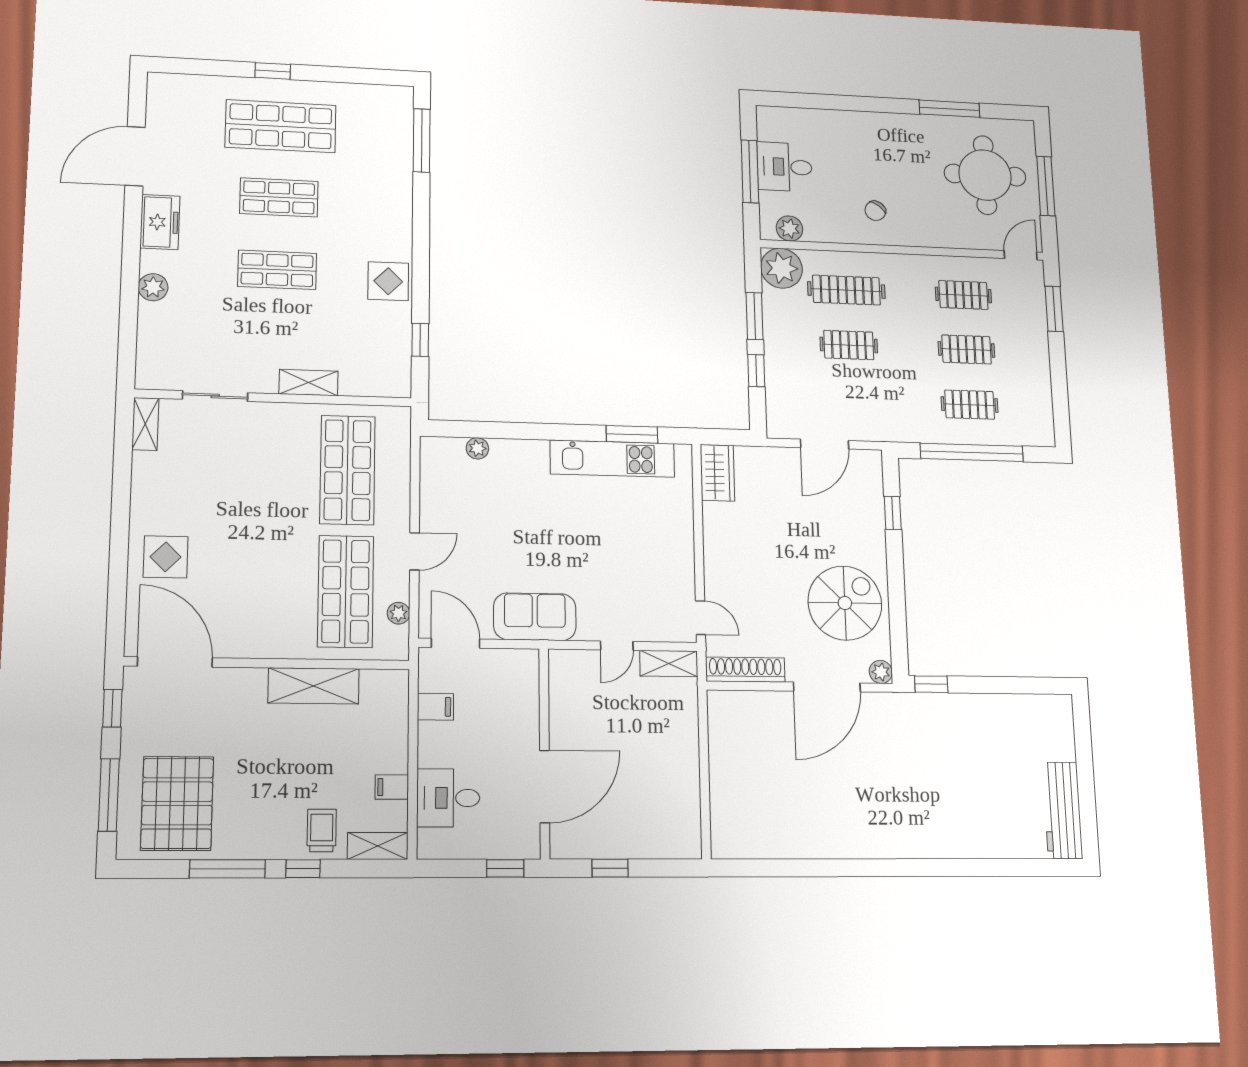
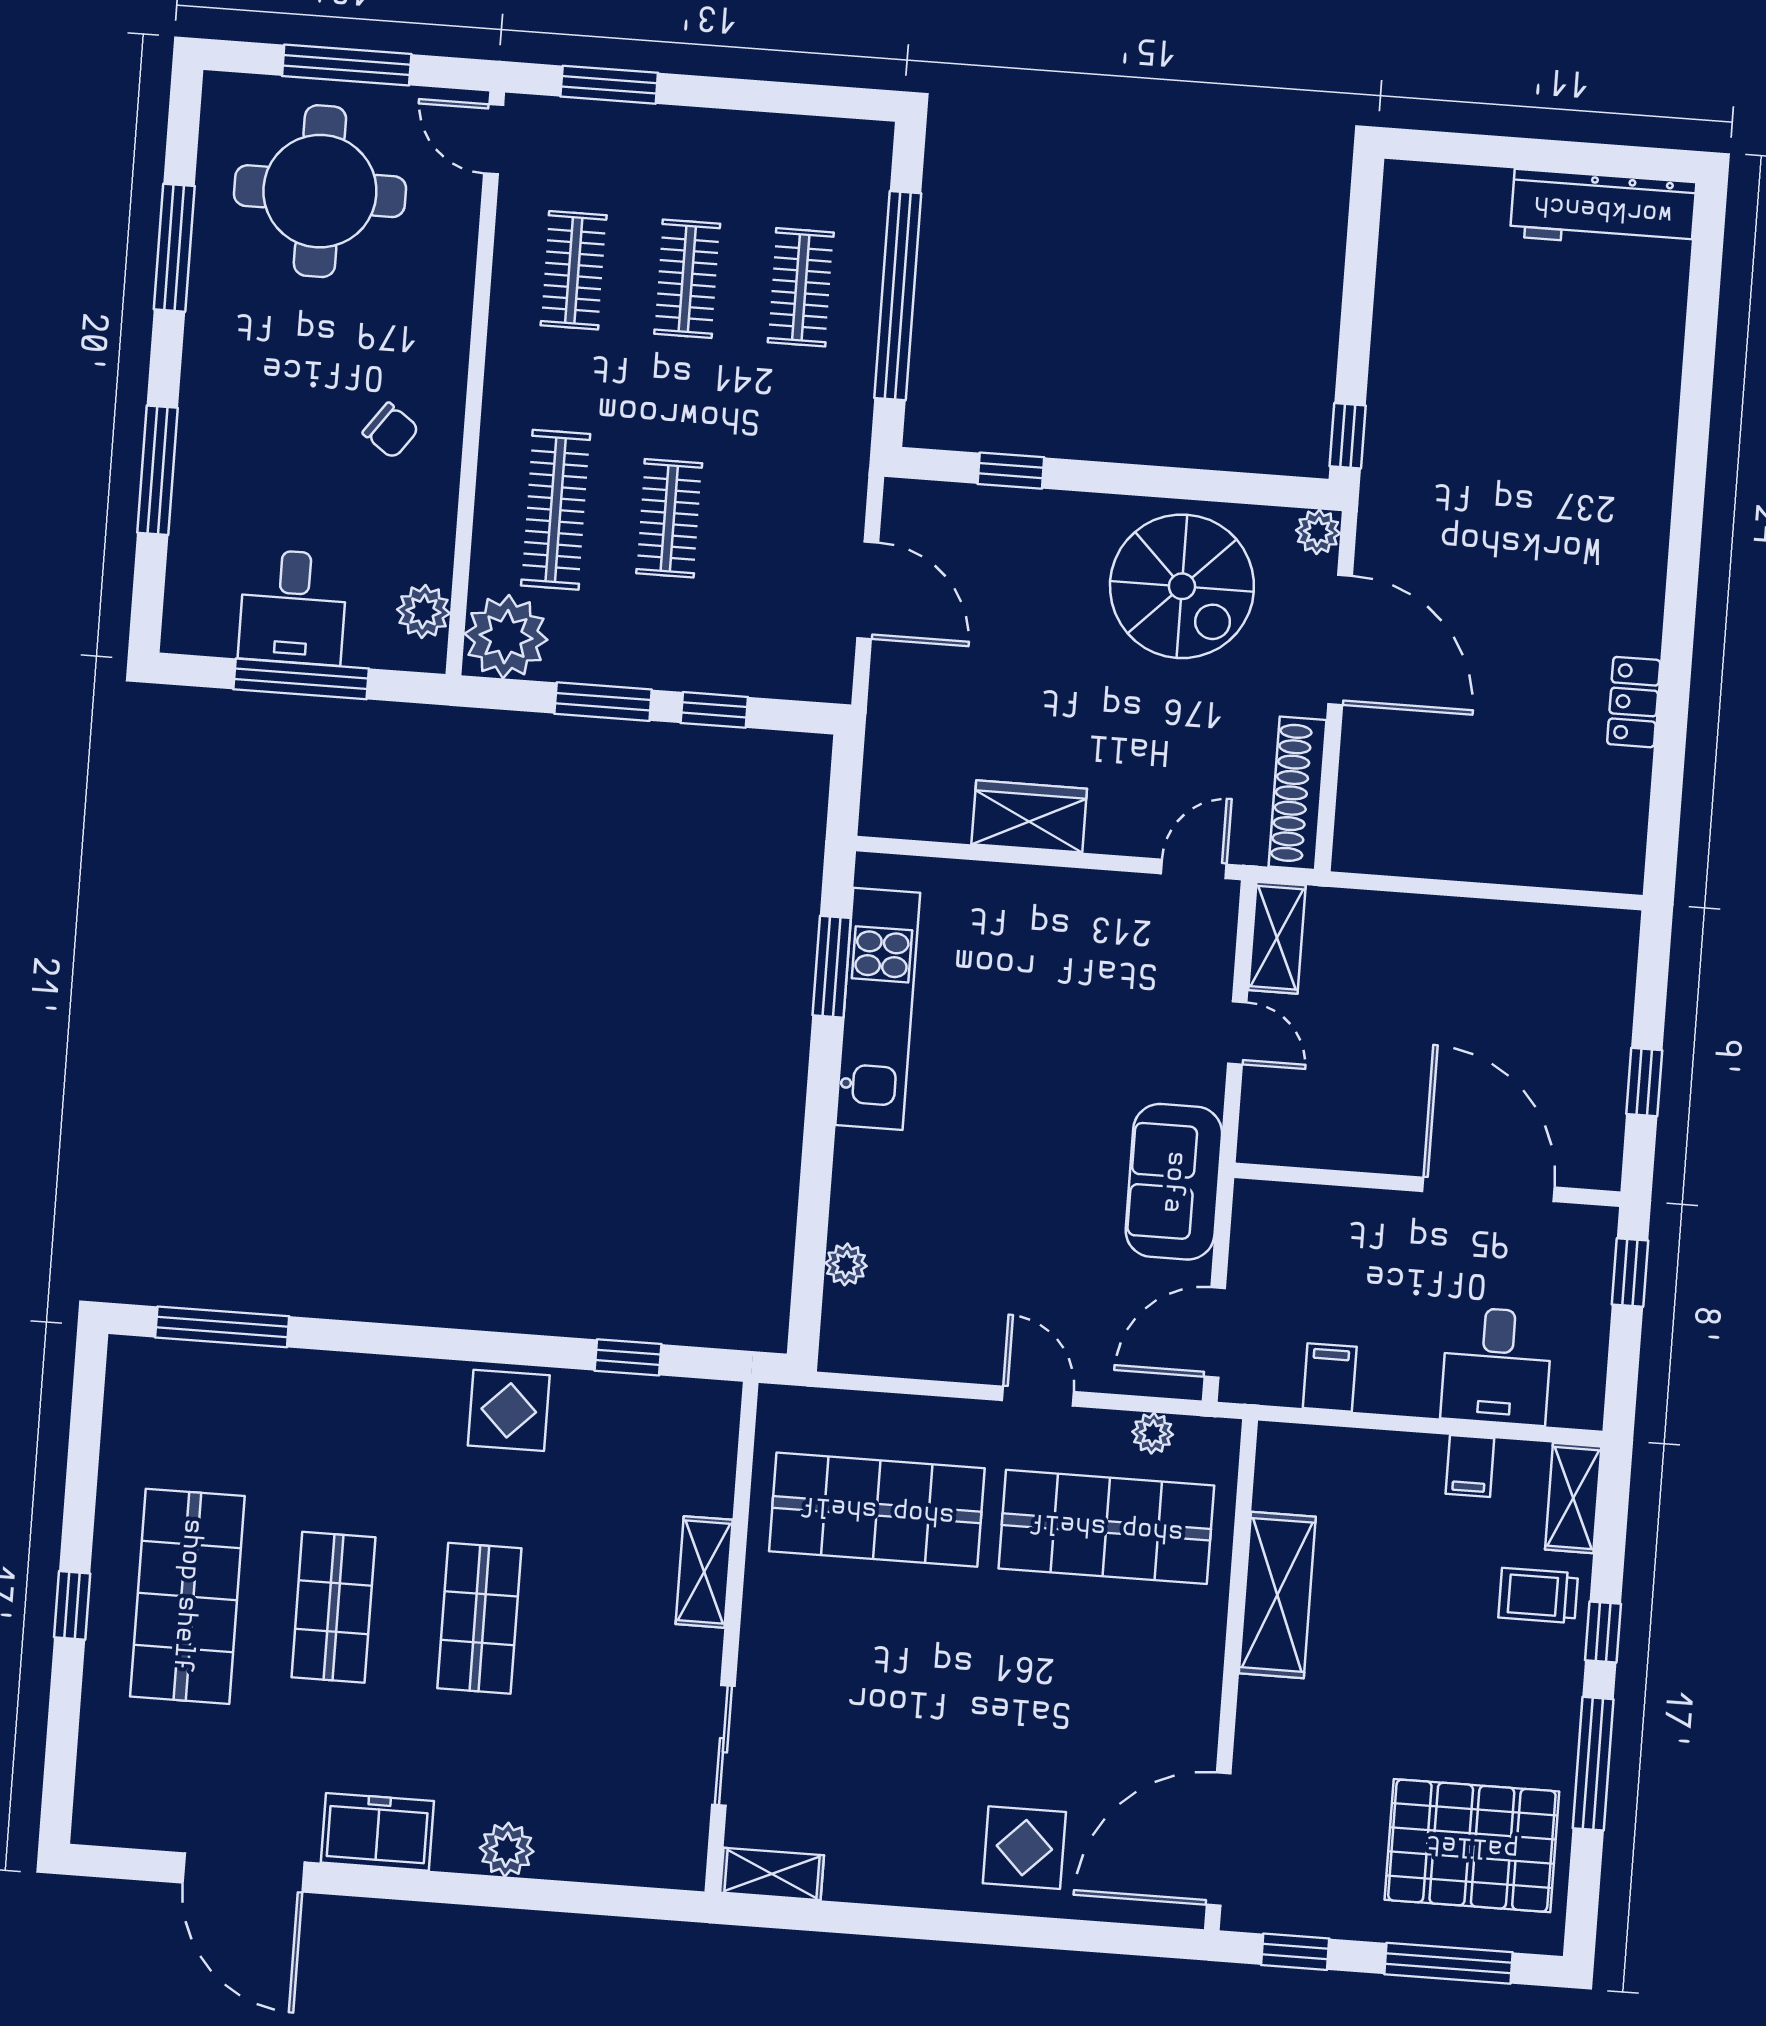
window: (843, 103) -> (157, 470), added
wardrobe: (717, 473) -> (1029, 816), moved
spiral stairs: (845, 603) -> (1182, 586), turned 180
locker: (812, 846) -> (1634, 702), added

